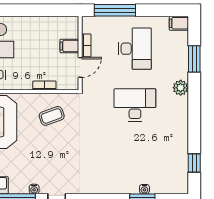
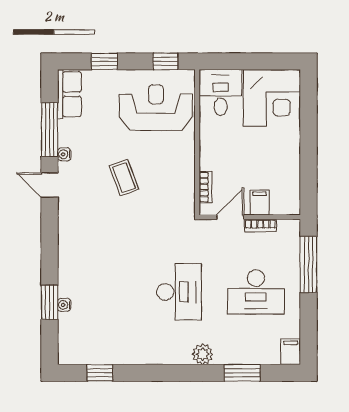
door: (80, 67) -> (230, 217), swing flipped
bookcase: (44, 86) -> (206, 187), moved
coffee table: (52, 116) -> (124, 178), moved

